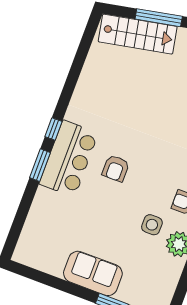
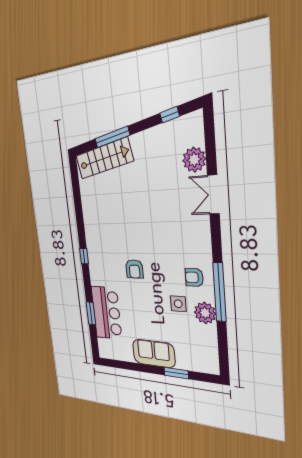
bar counter: (69, 158) -> (106, 313), moved
window: (40, 165) -> (91, 313), moved

